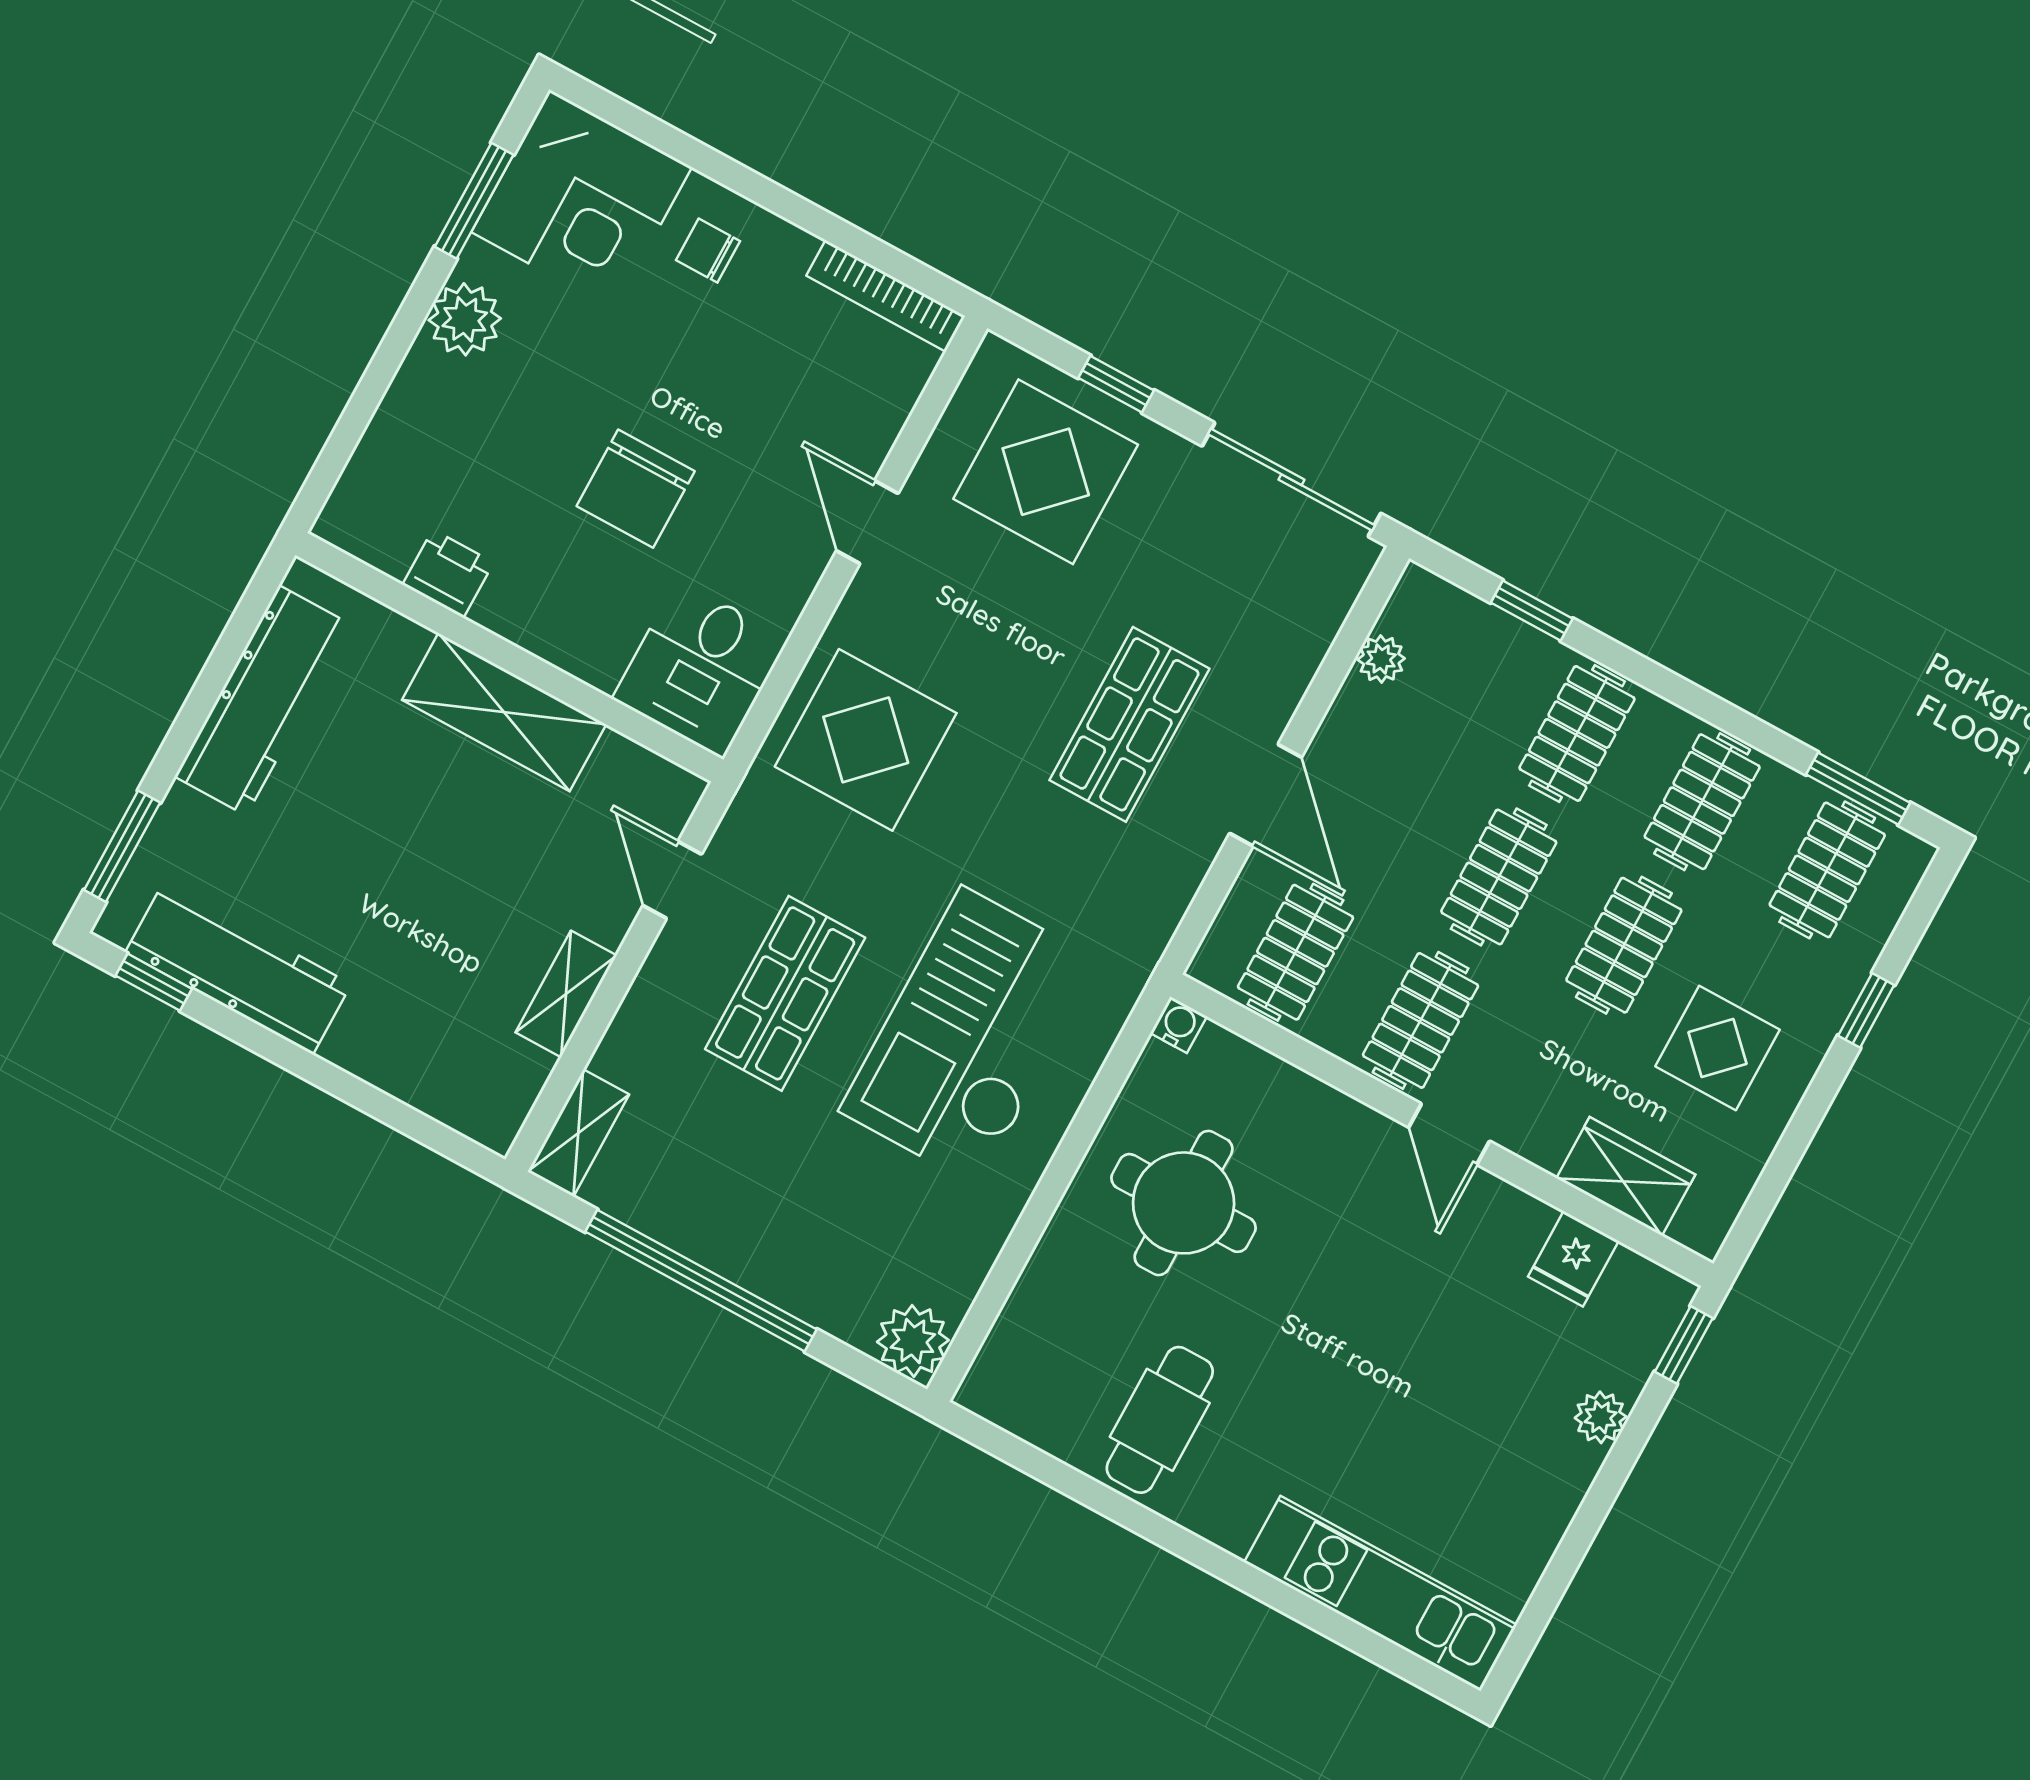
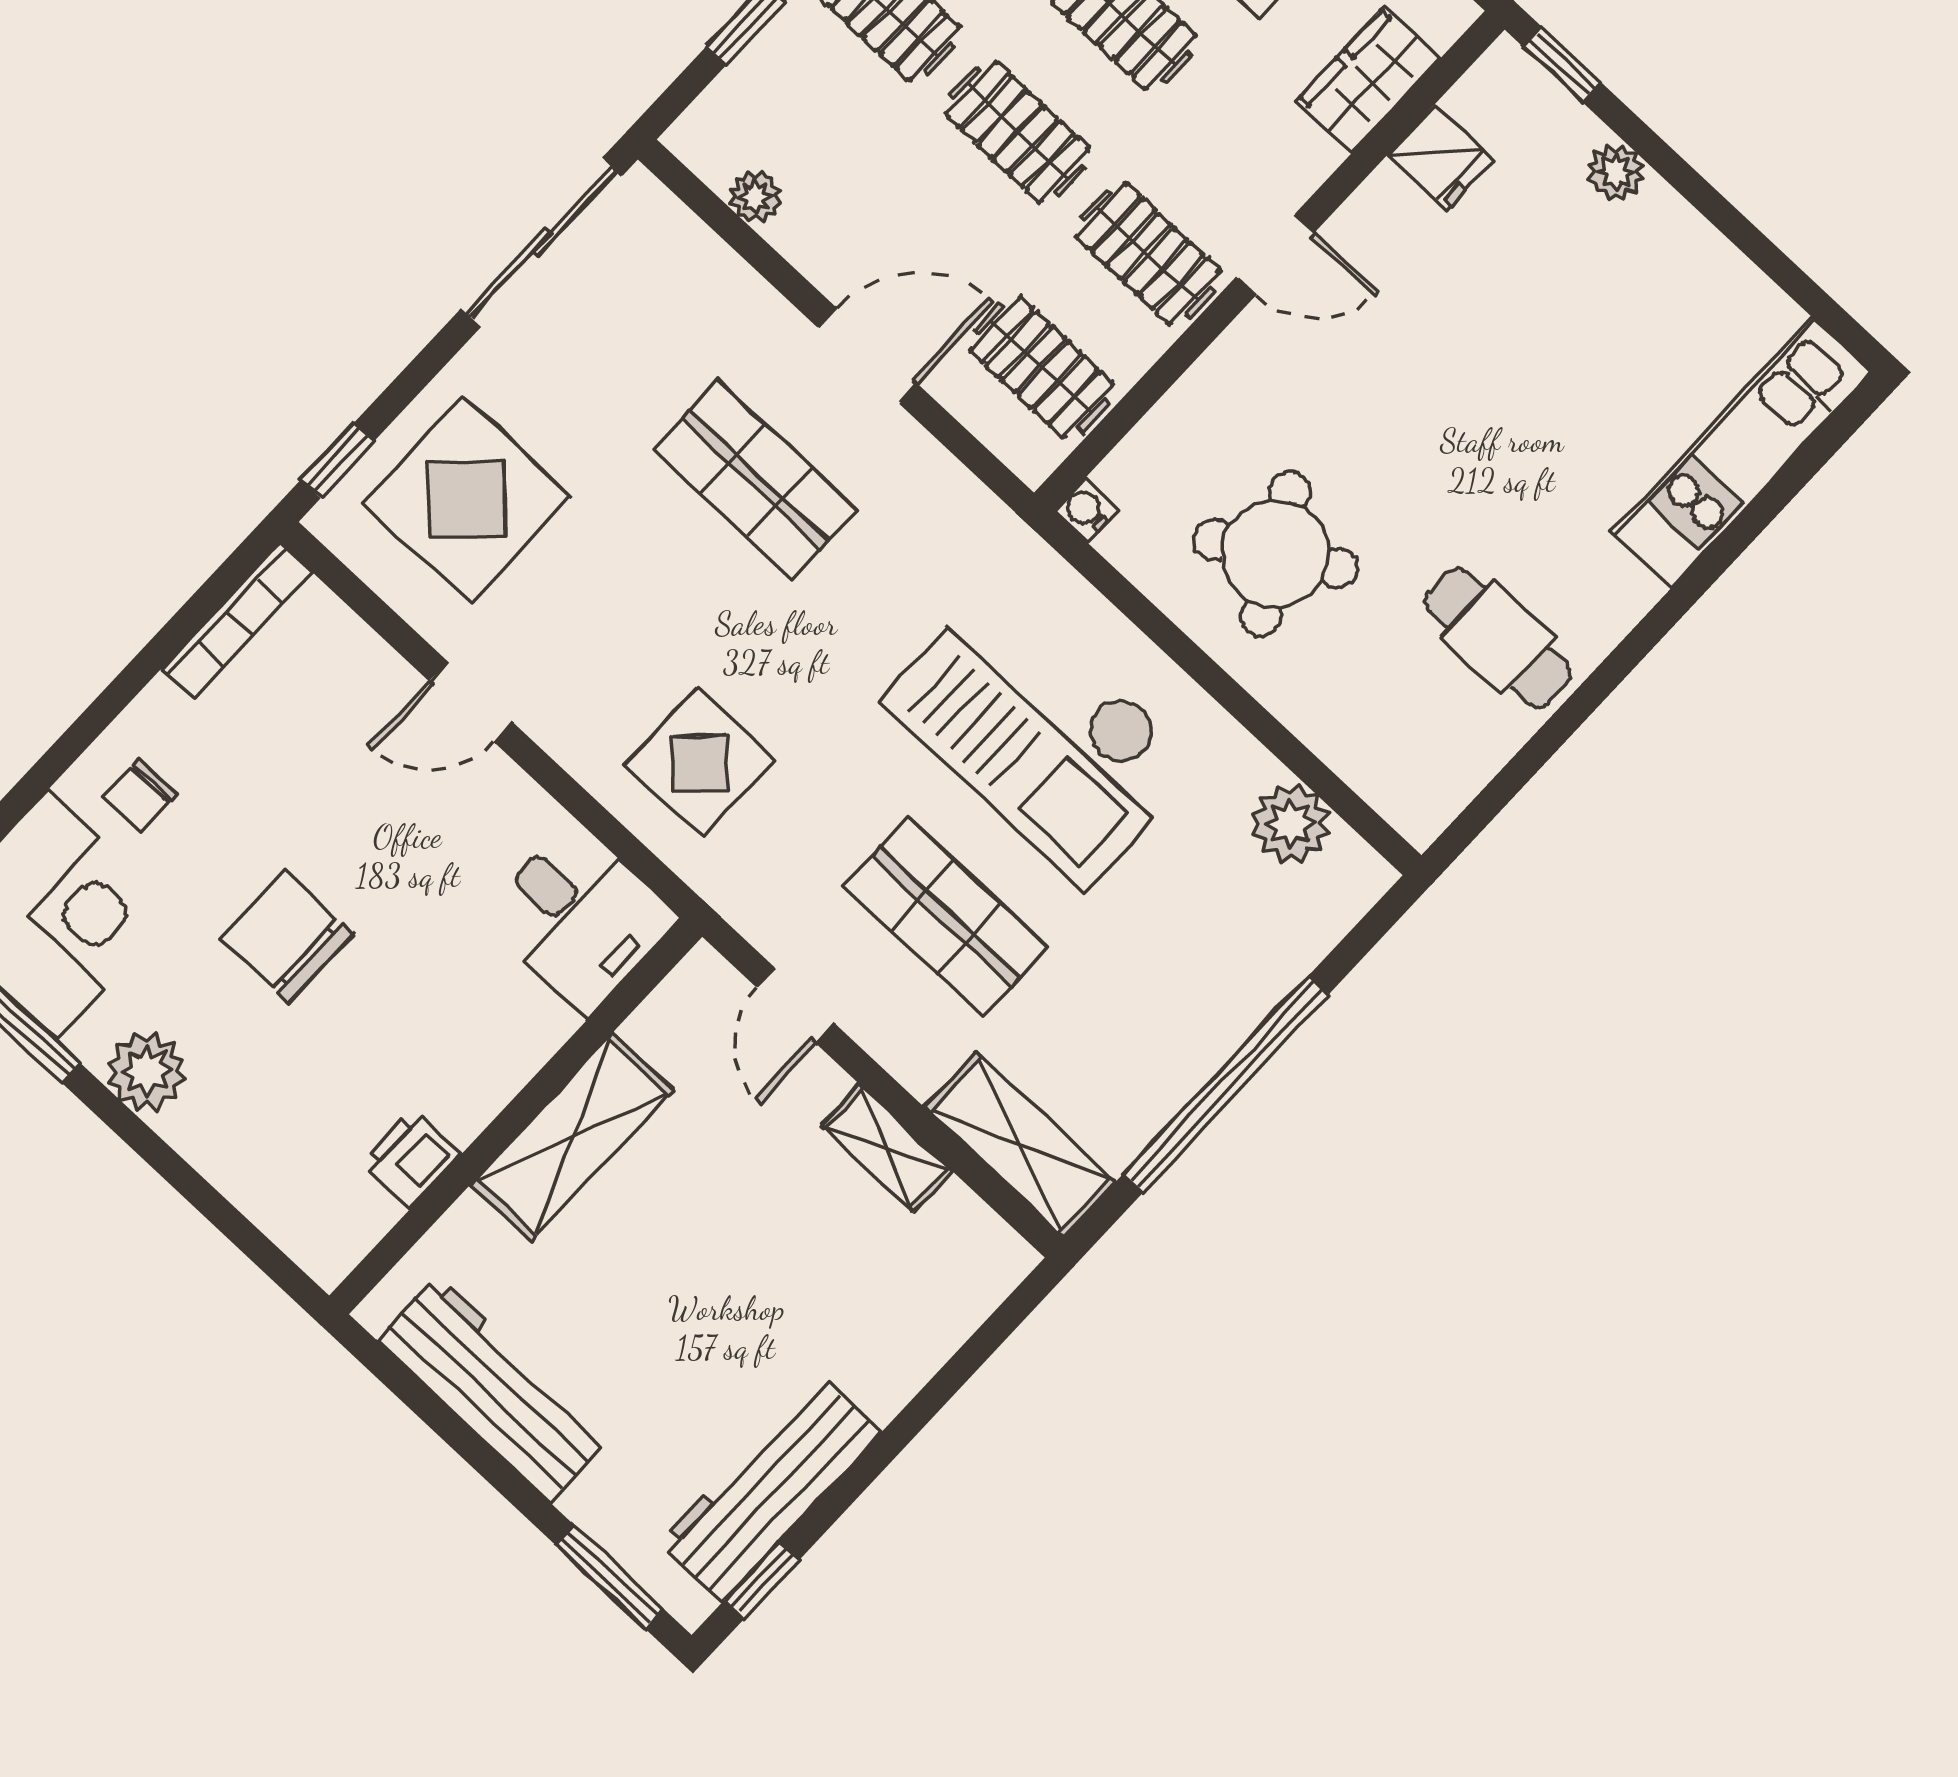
window: (1116, 384) -> (338, 460), moved
chair: (636, 489) -> (286, 936), moved, turned 180
display table: (866, 740) -> (700, 763), width x0.73, depth x0.73
door: (672, 880) -> (795, 1005), hinge flipped
shelving: (578, 1133) -> (1020, 1145), width x1.50, depth x1.33
round table: (1184, 1203) -> (1276, 554), turned -30
plant: (913, 1341) -> (1290, 823), moved

